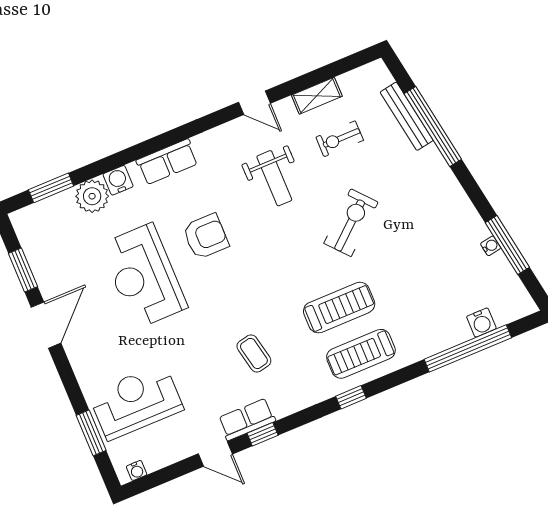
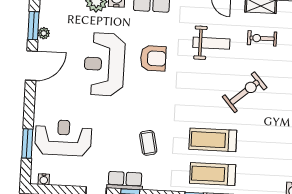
weight bench: (274, 178) -> (211, 43), turned -90
plant: (42, 273) -> (44, 33), added
treadmill: (339, 308) -> (213, 140), turned 180

